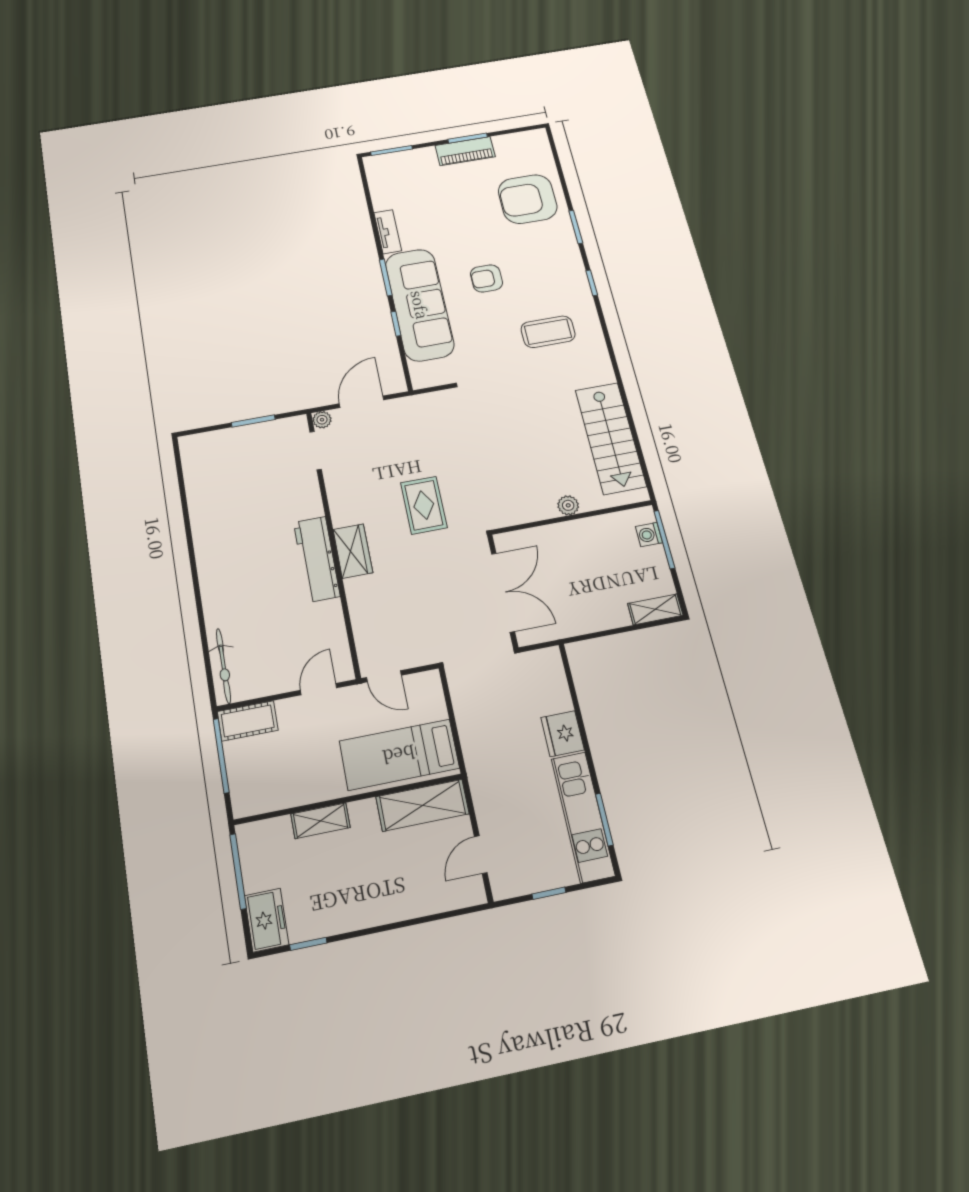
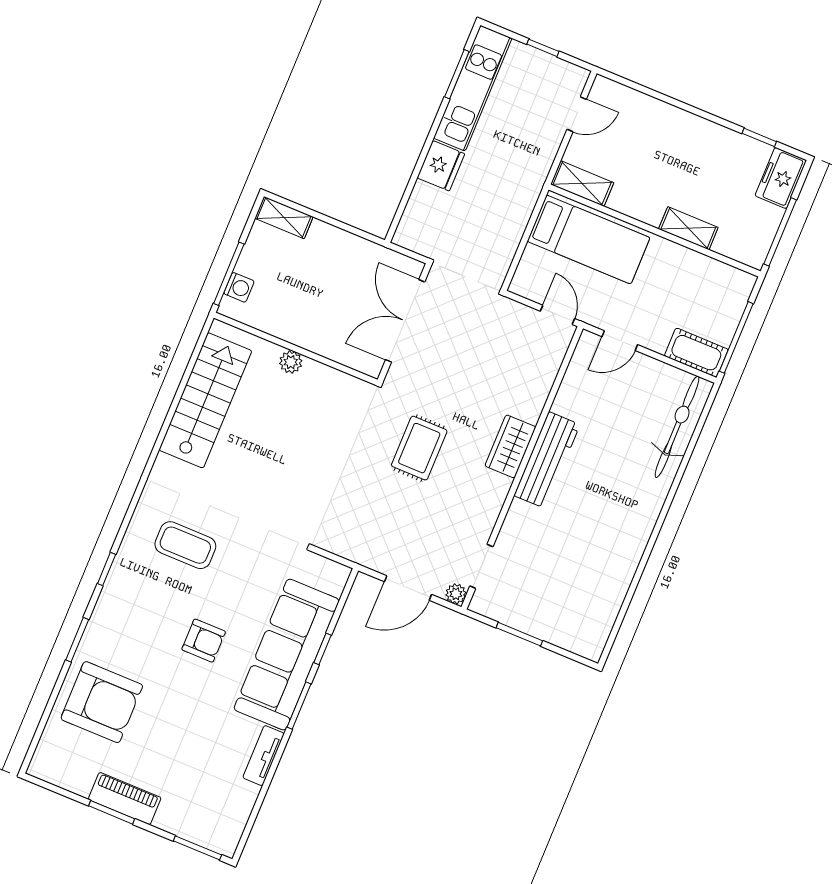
bicycle: (223, 666) -> (677, 427), width x1.37, depth x1.40
shelving: (423, 805) -> (582, 183), width x0.67, depth x0.75

